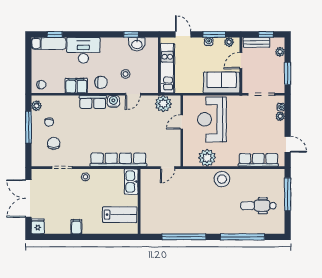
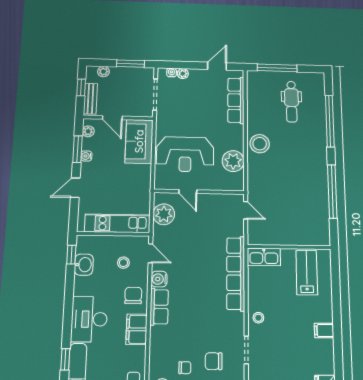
washbasin: (137, 44) -> (84, 265), moved
wall: (159, 65) -> (113, 234), moved
kitchen unit: (167, 68) -> (117, 223), moved

